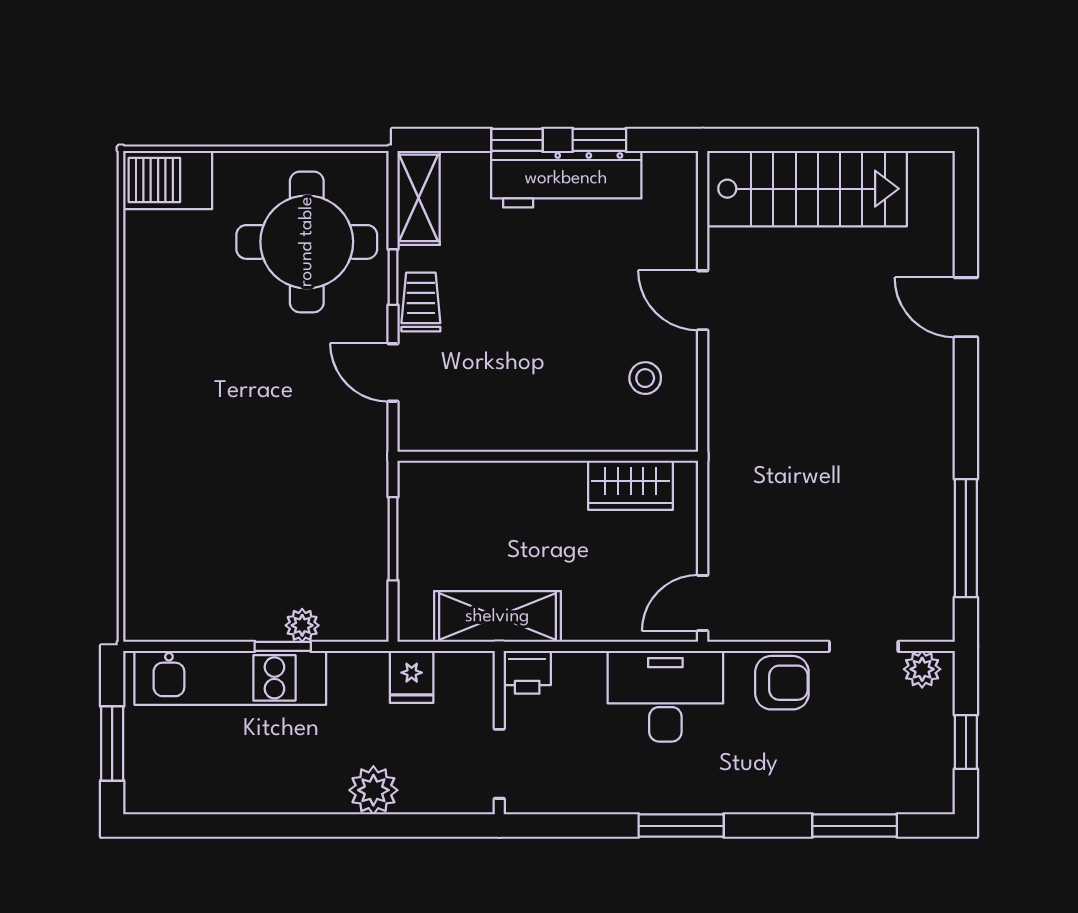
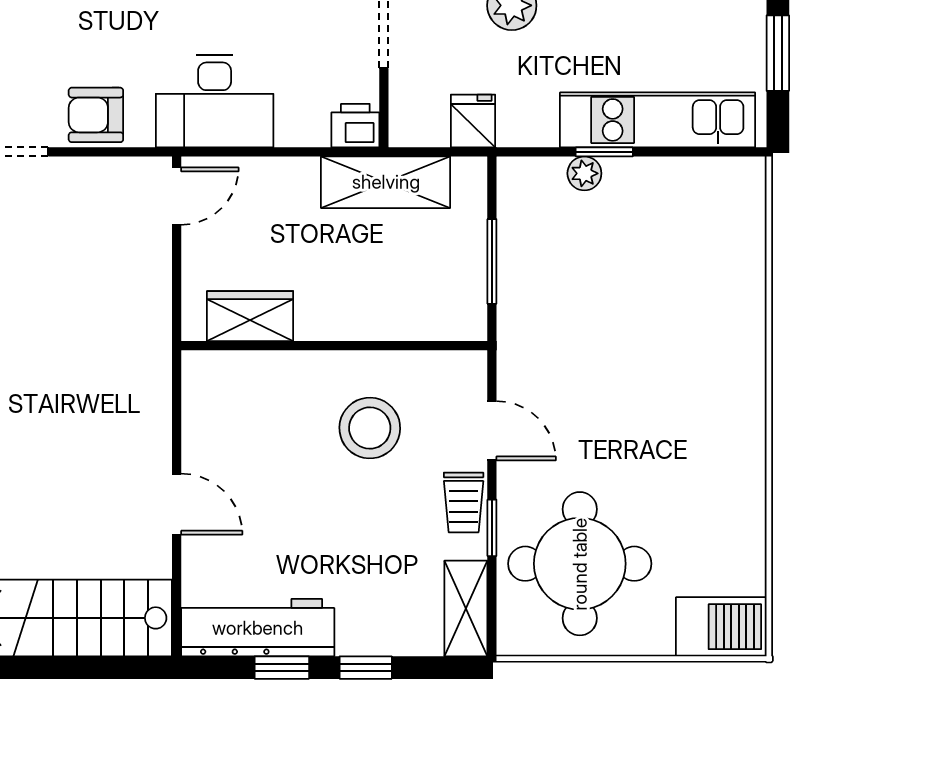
workbench: (566, 179) -> (258, 628), moved
stool: (645, 378) -> (370, 428), moved, width x1.89, depth x1.89

